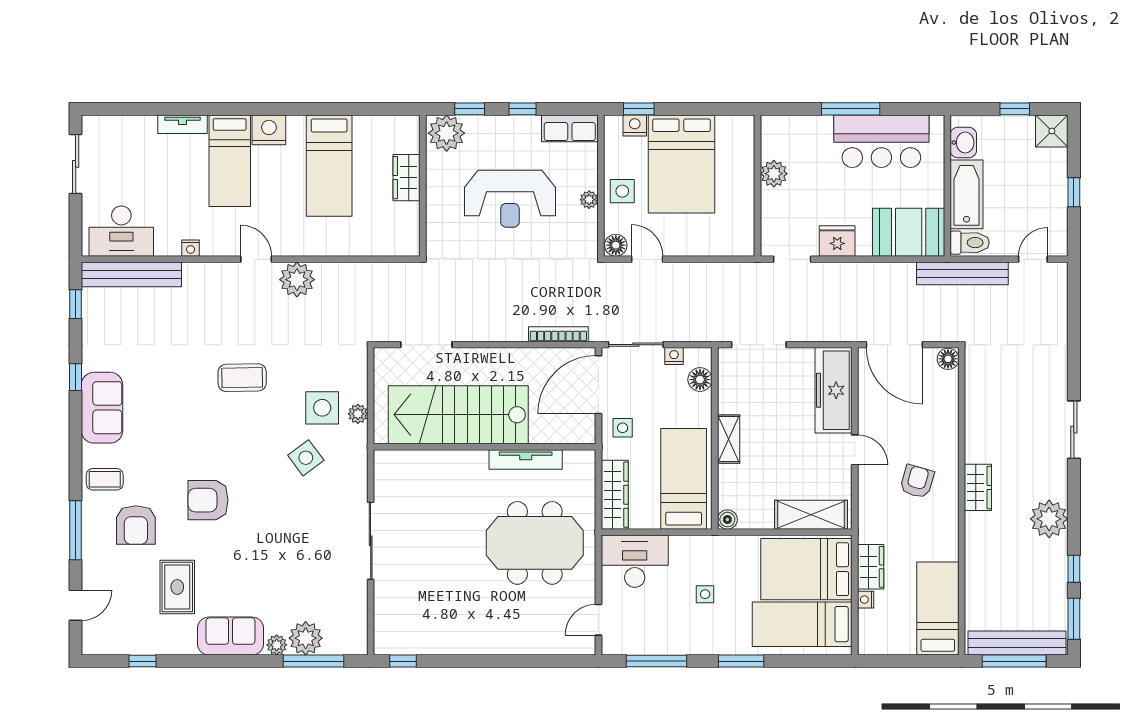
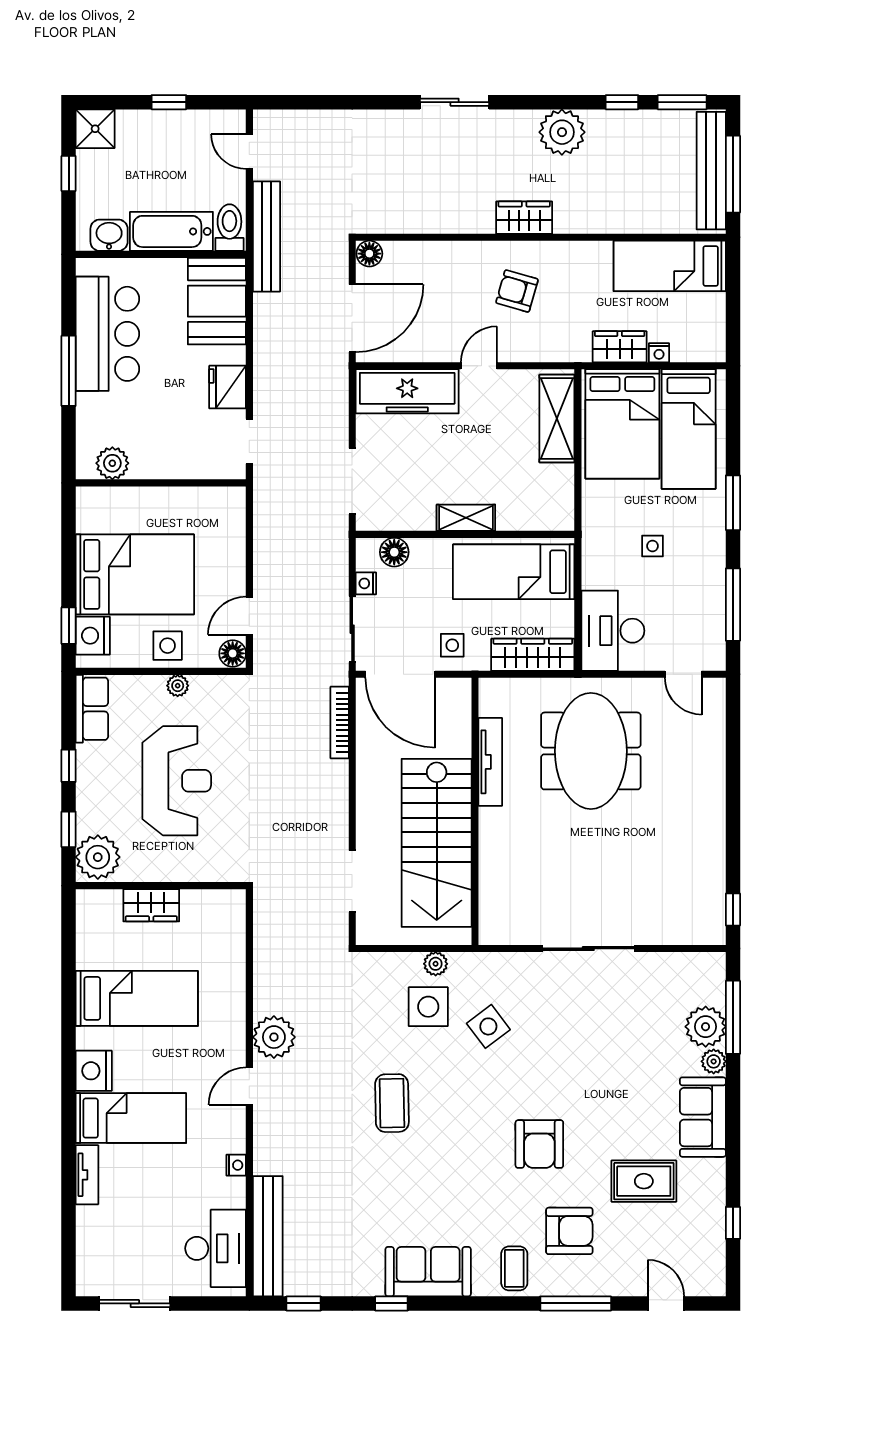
nightstand: (635, 126) -> (93, 636), width x1.36, depth x1.33
plant: (774, 174) -> (112, 463), moved
boiler: (727, 520) -> (563, 519), removed

